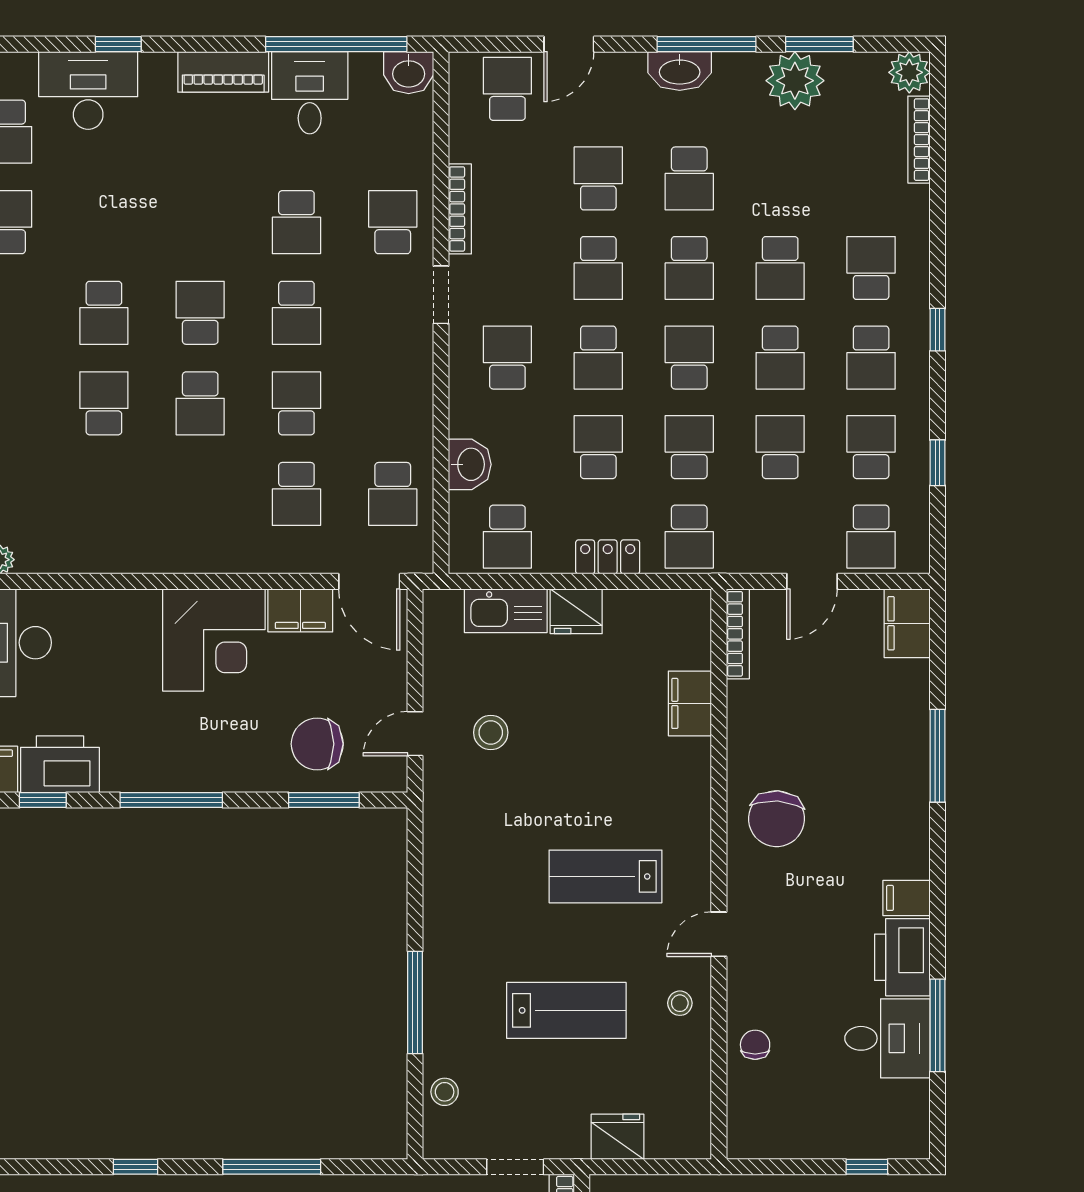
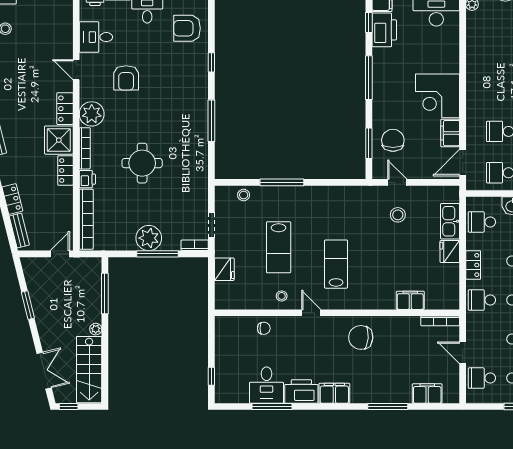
filing cabinet: (907, 623) -> (427, 394), moved
filing cabinet: (906, 898) -> (334, 393), width x2.00

